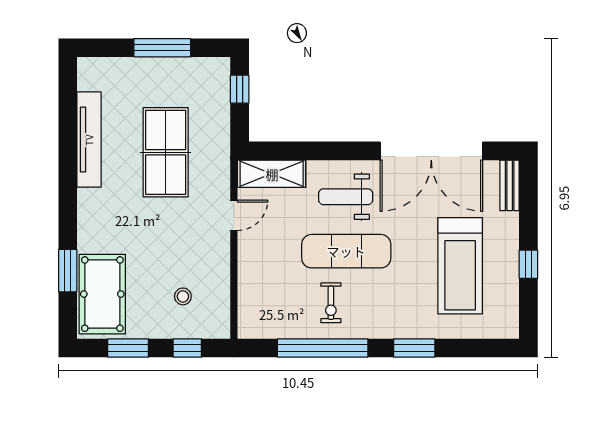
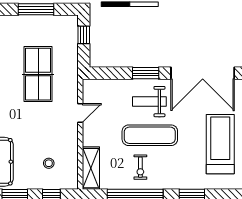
window: (339, 151) -> (146, 73), added
shelving: (272, 174) -> (91, 168), moved, turned 90
treadmill: (460, 266) -> (220, 144), turned 180

